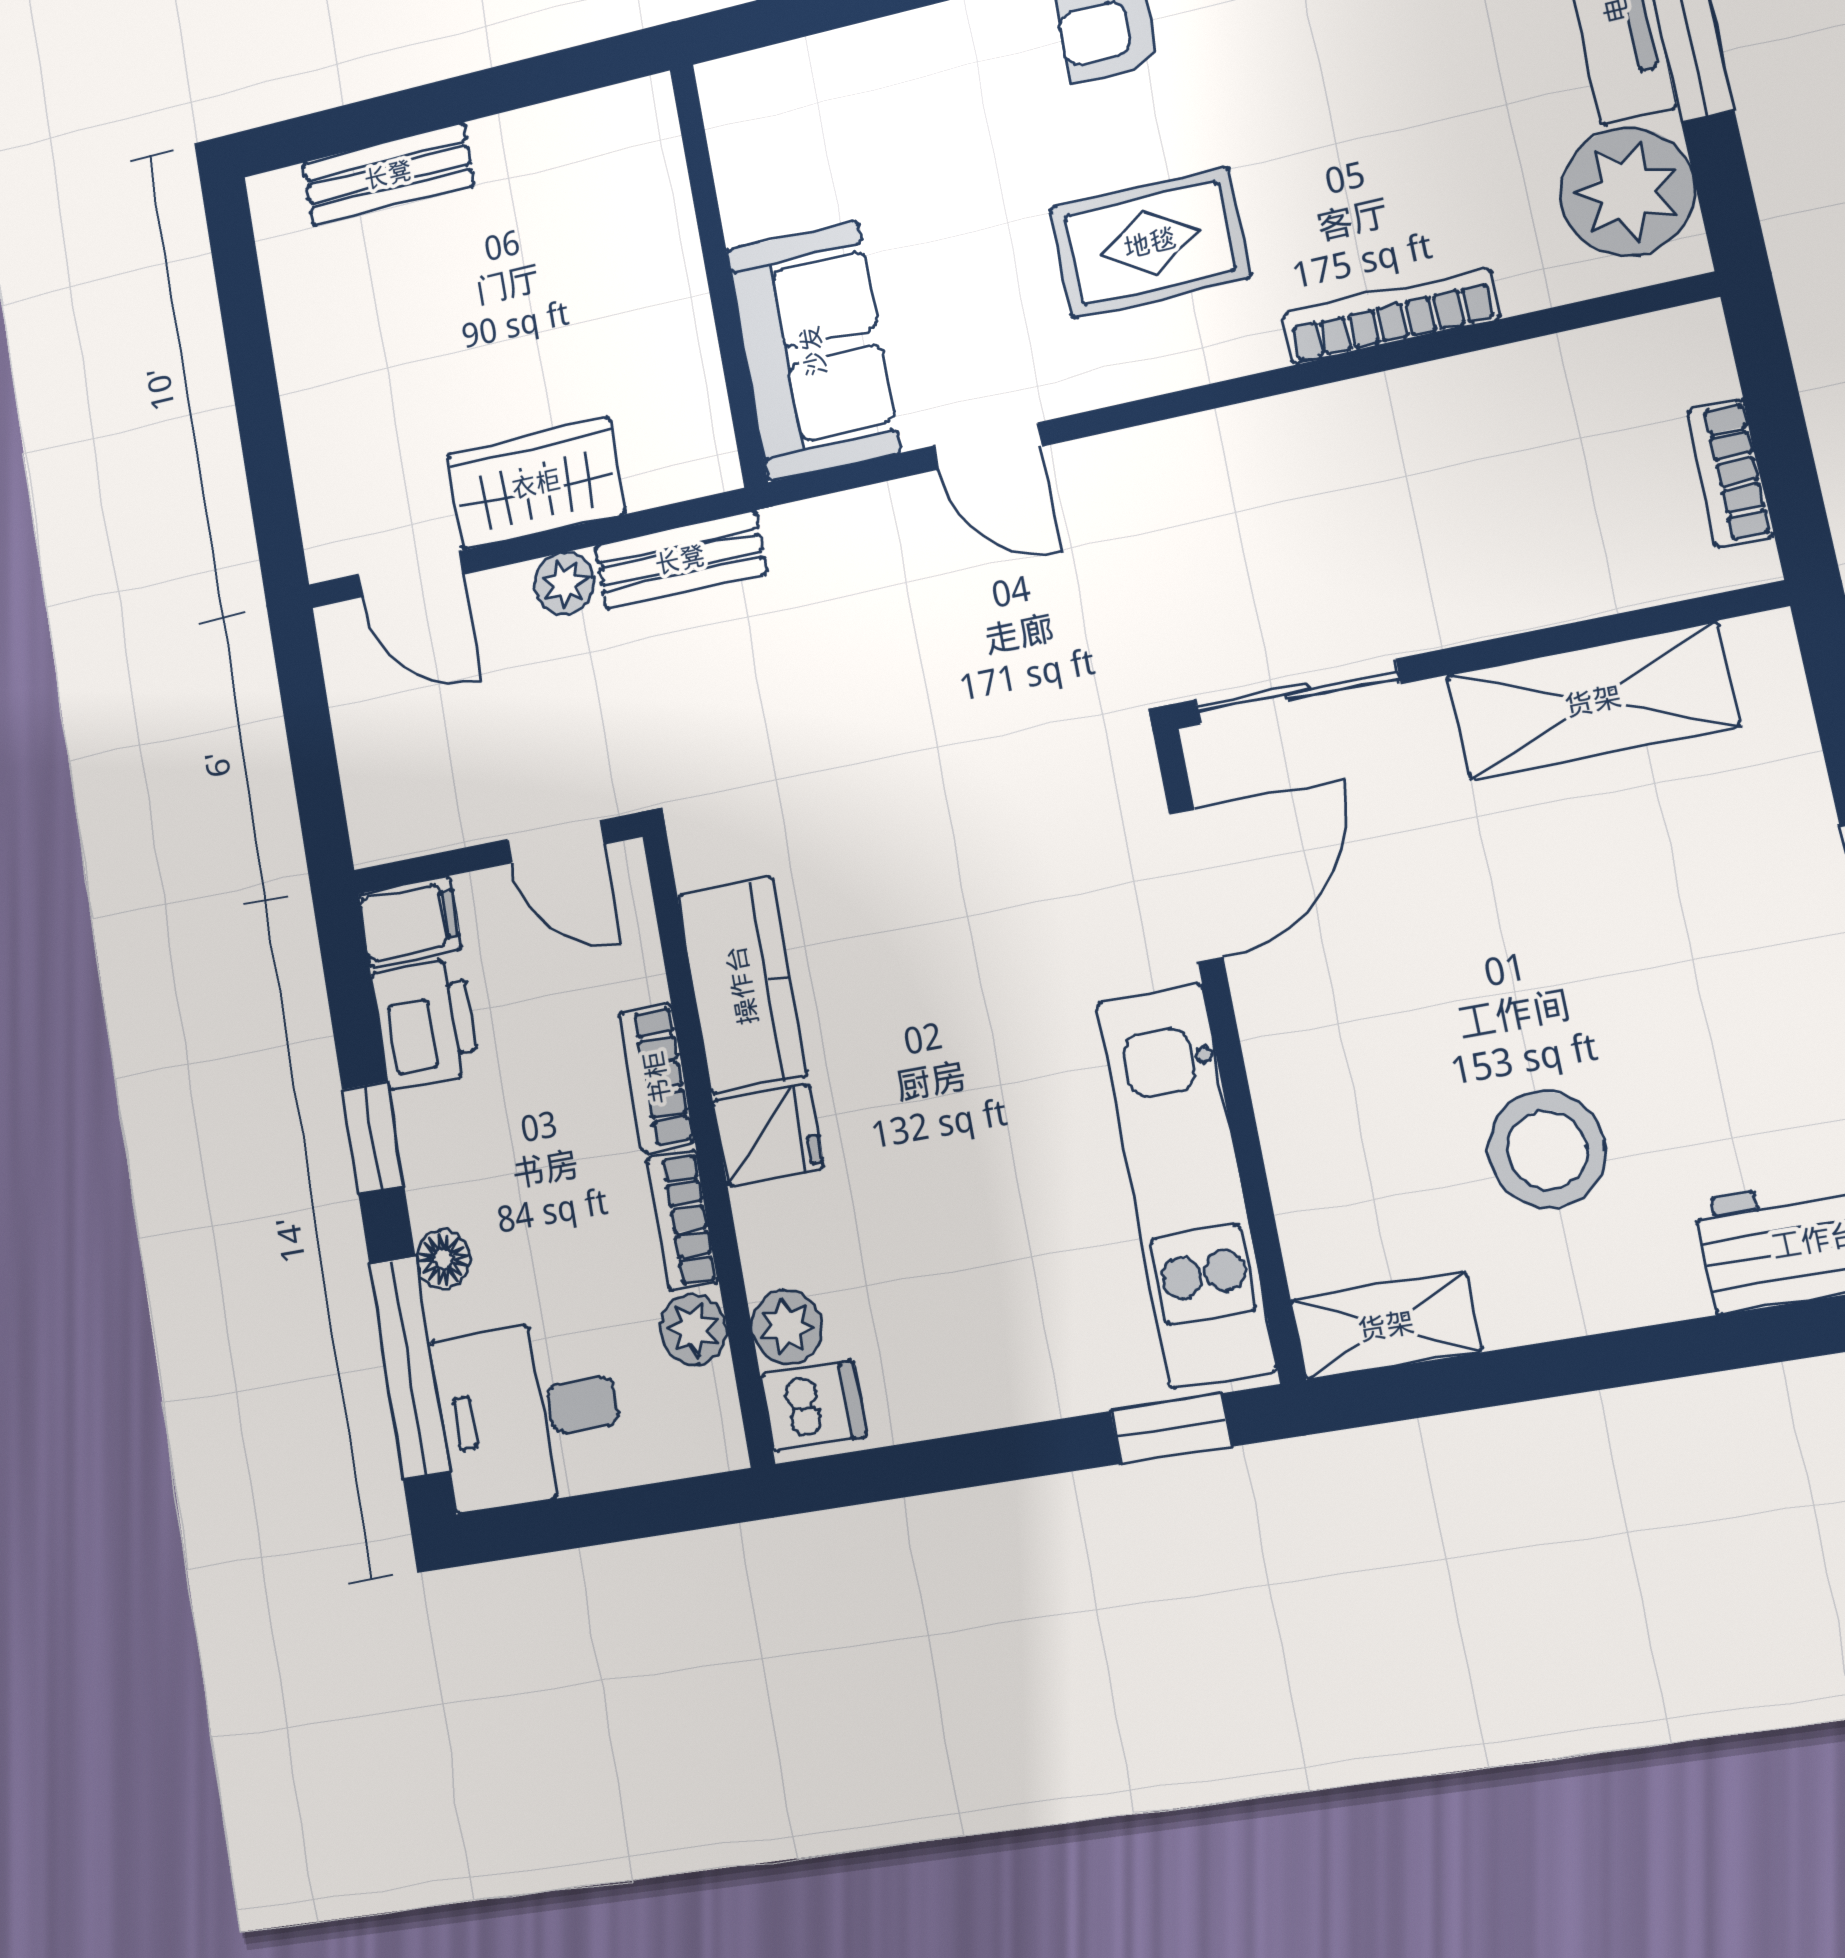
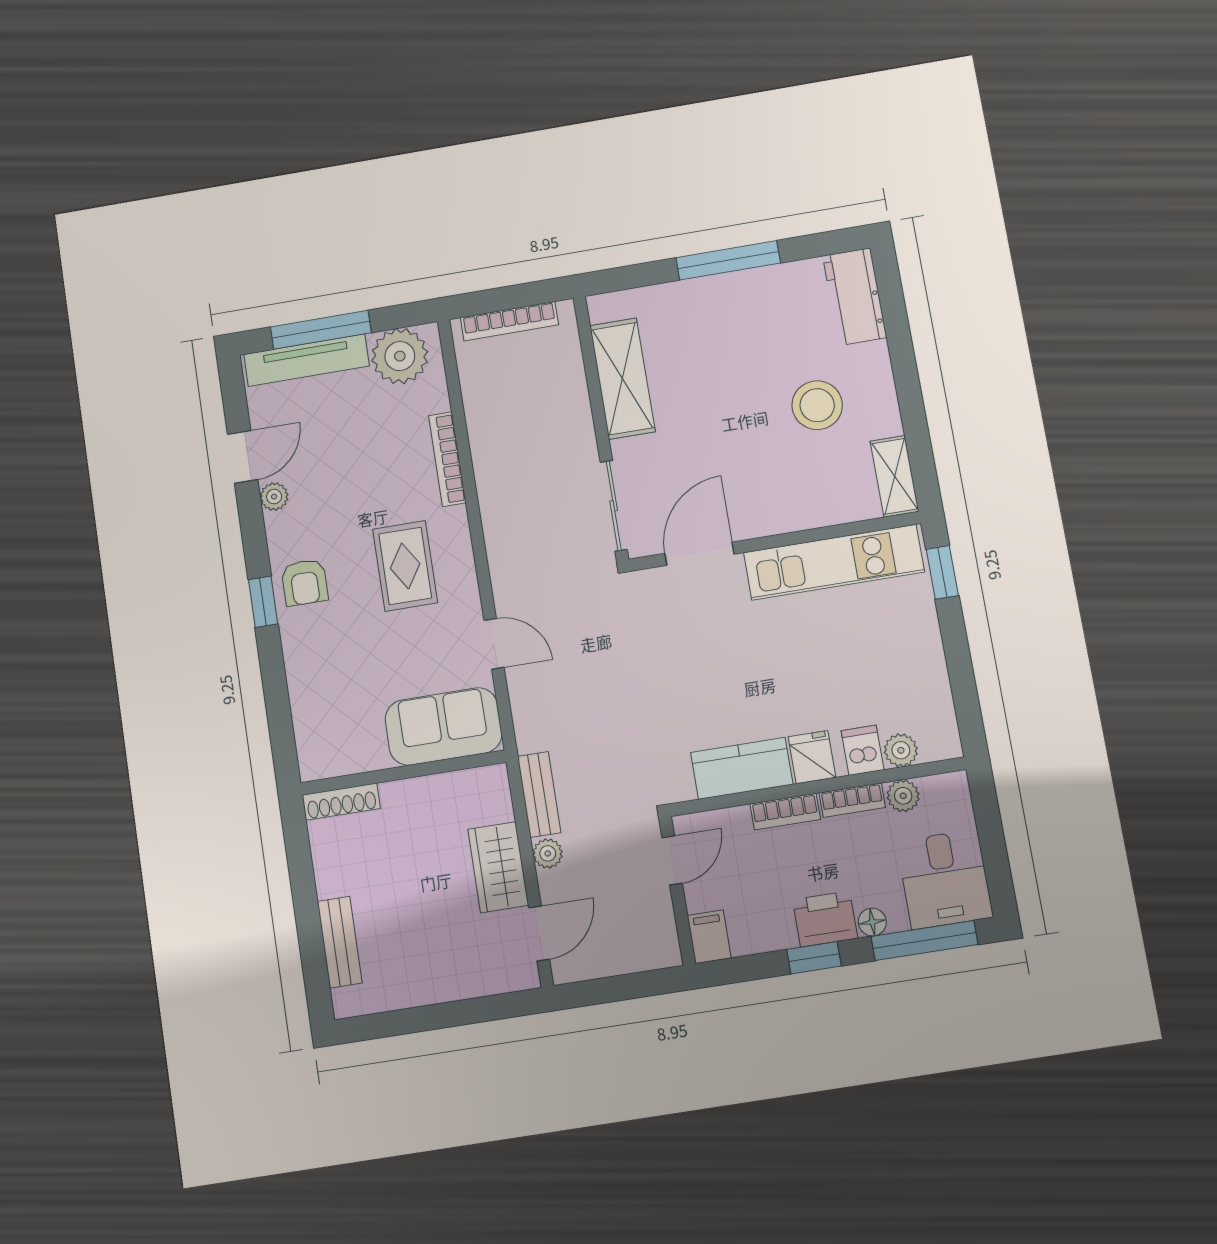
shoe rack: (658, 152) -> (341, 802), added
door: (988, 446) -> (494, 644), hinge flipped
bookcase: (1730, 473) -> (509, 321), width x1.56
door: (1196, 886) -> (699, 554), hinge flipped
printer: (425, 1024) -> (825, 919), moved
dishwasher: (813, 1406) -> (863, 750), moved

